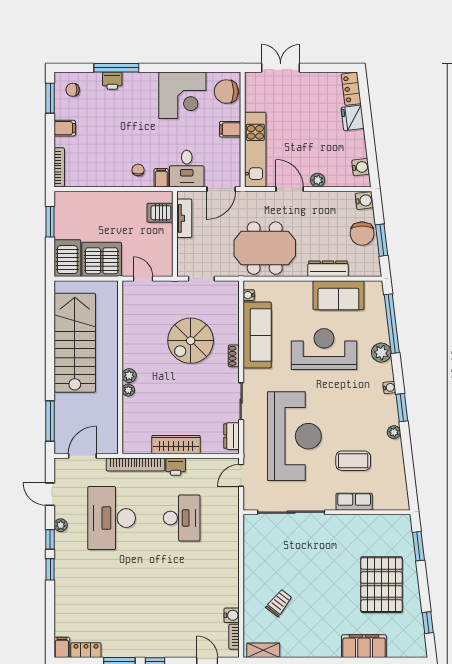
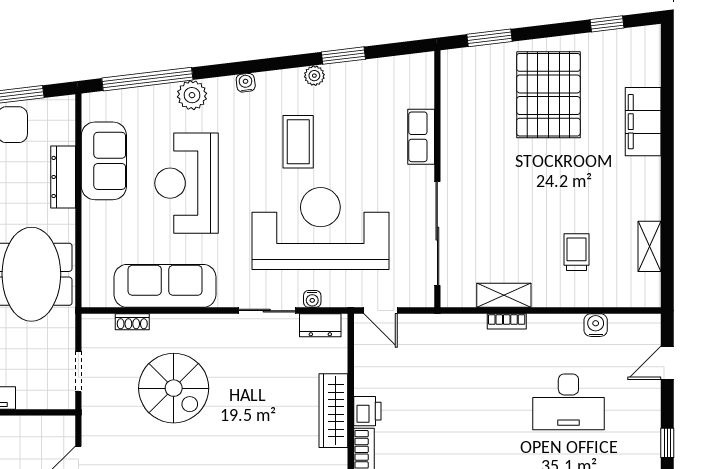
water cooler: (249, 295) -> (312, 299), moved
shoe rack: (234, 356) -> (132, 322), moved
window: (402, 408) -> (343, 56), moved
coffee table: (353, 461) -> (298, 142), moved
desk: (182, 518) -> (568, 402), moved, turned 180
shelving: (251, 556) -> (504, 295), added
pallet: (382, 585) -> (548, 95), turned 90
trolley: (279, 603) -> (576, 252), turned 52
bookcase: (234, 637) -> (507, 321), moved
shelving: (263, 650) -> (650, 246), moved

